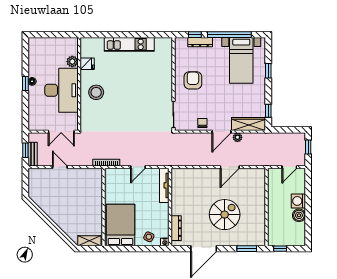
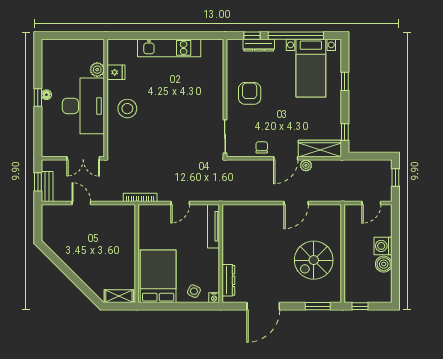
spiral stairs: (225, 215) -> (314, 260), moved, turned 180

